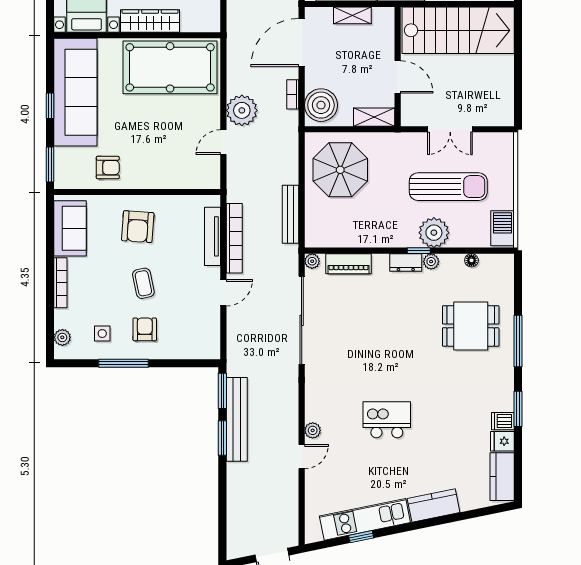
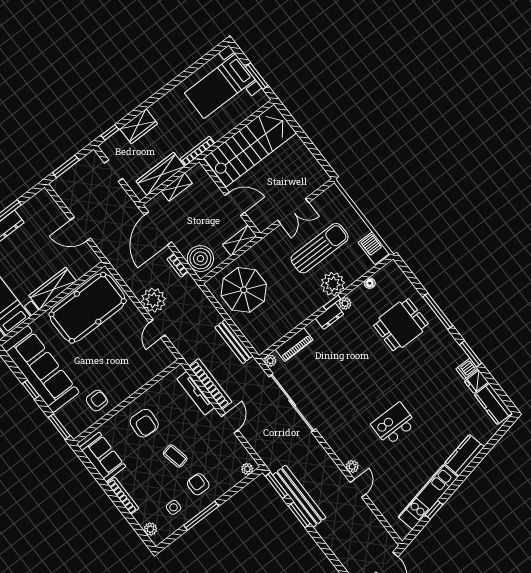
plant: (206, 352) -> (247, 469), added

